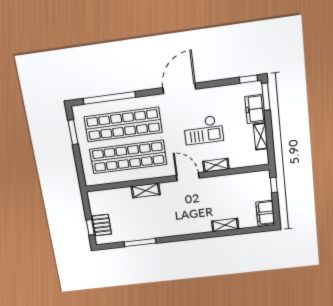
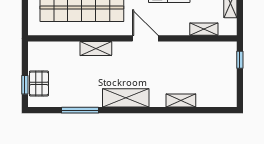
shelving: (216, 165) -> (204, 29), moved
filing cabinet: (265, 213) -> (228, 91), removed
shelving: (177, 228) -> (126, 98), added

